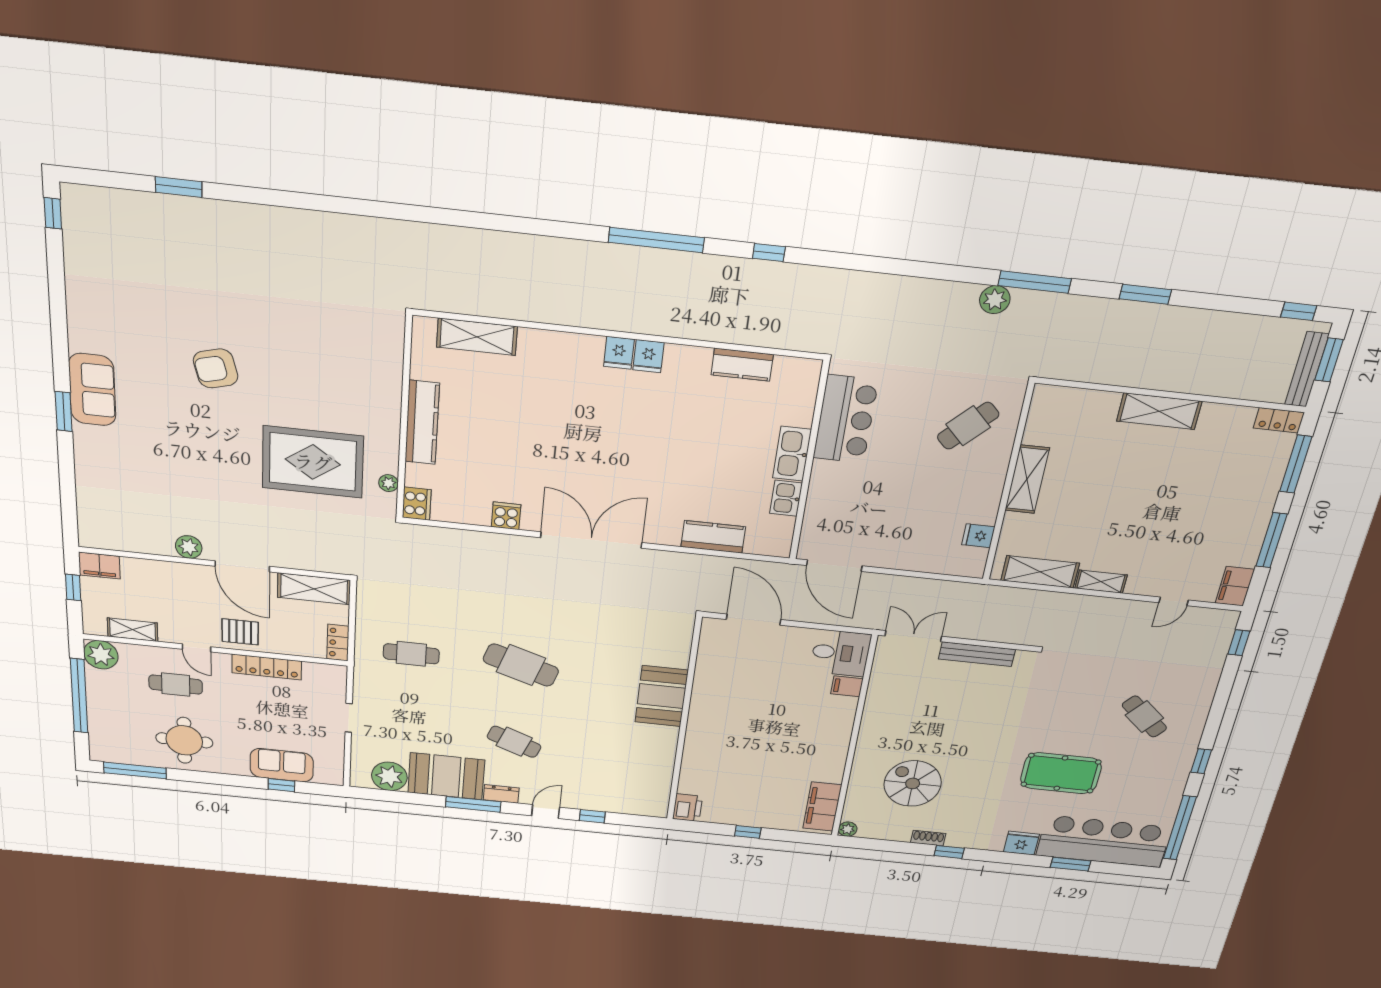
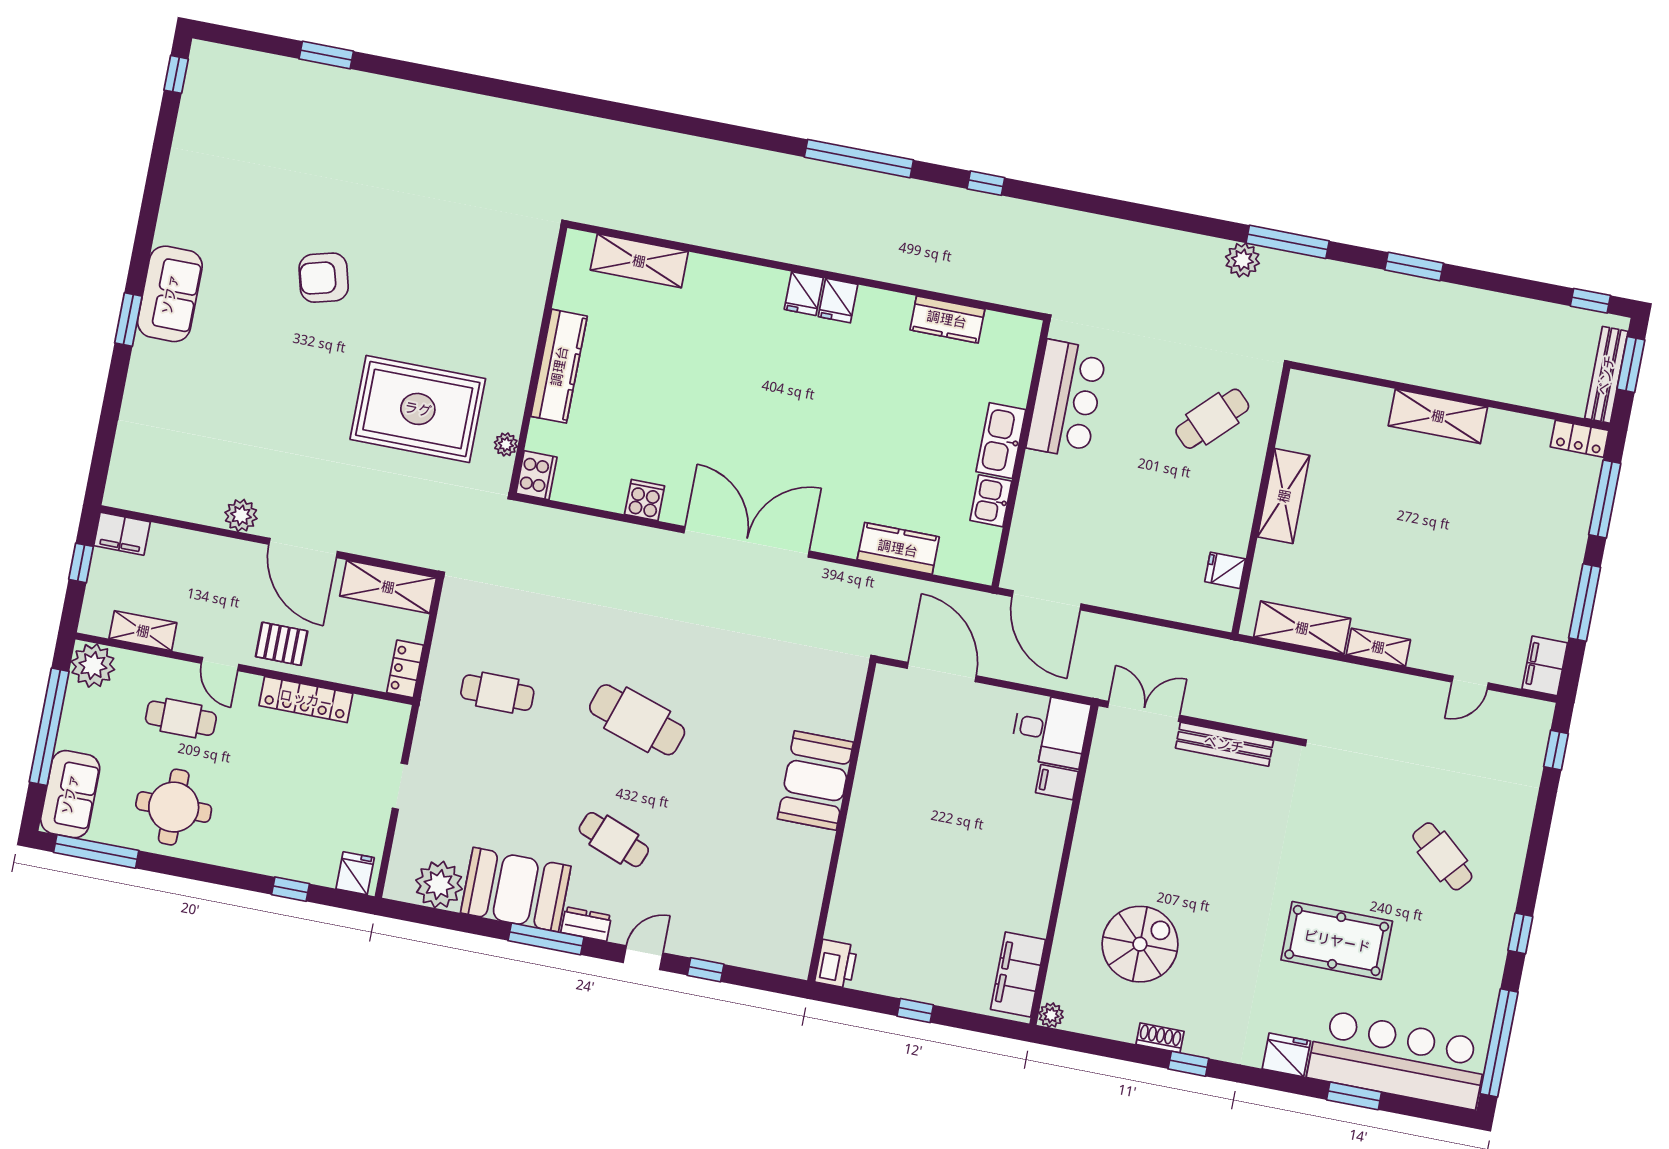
sofa: (282, 765) -> (70, 794), moved, turned 90
fridge: (327, 773) -> (355, 873), added
spiral stairs: (913, 783) -> (1140, 944), turned 90

